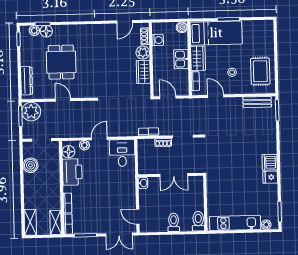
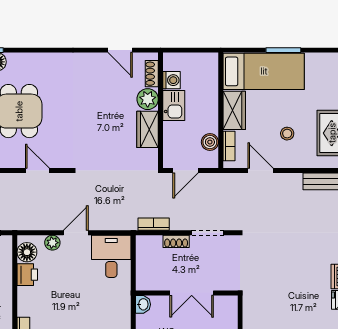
door: (125, 22) -> (120, 50), hinge flipped
boiler: (182, 27) -> (210, 142), moved
kitchen sink: (181, 59) -> (174, 105), moved, turned 180
door: (168, 97) -> (185, 171), swing flipped
door: (63, 100) -> (37, 171), moved
printer: (72, 172) -> (27, 275), width x0.53, depth x0.68

